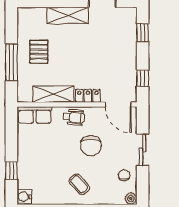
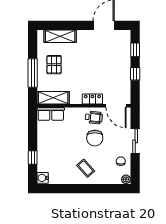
shelving: (68, 15) -> (60, 36), moved
window: (143, 78) -> (135, 74), moved
shelving: (53, 94) -> (53, 98), moved
wheelchair: (74, 117) -> (94, 117), moved

